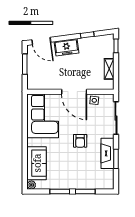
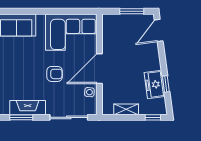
freezer: (66, 47) -> (155, 84), moved
armchair: (80, 141) -> (55, 74), moved, turned 180

